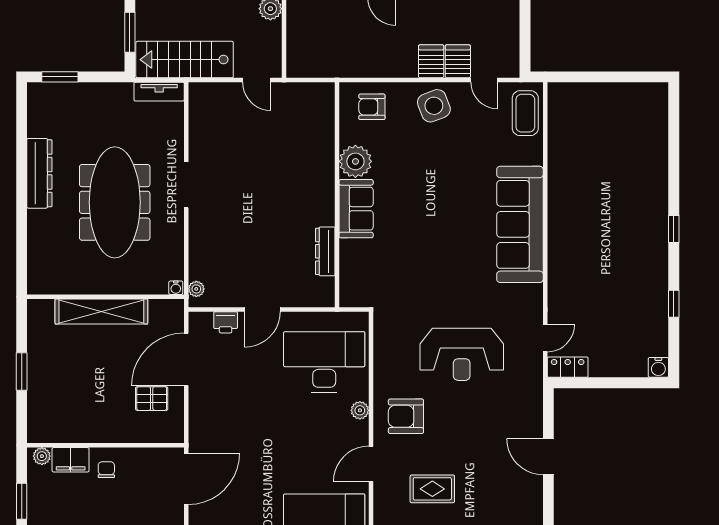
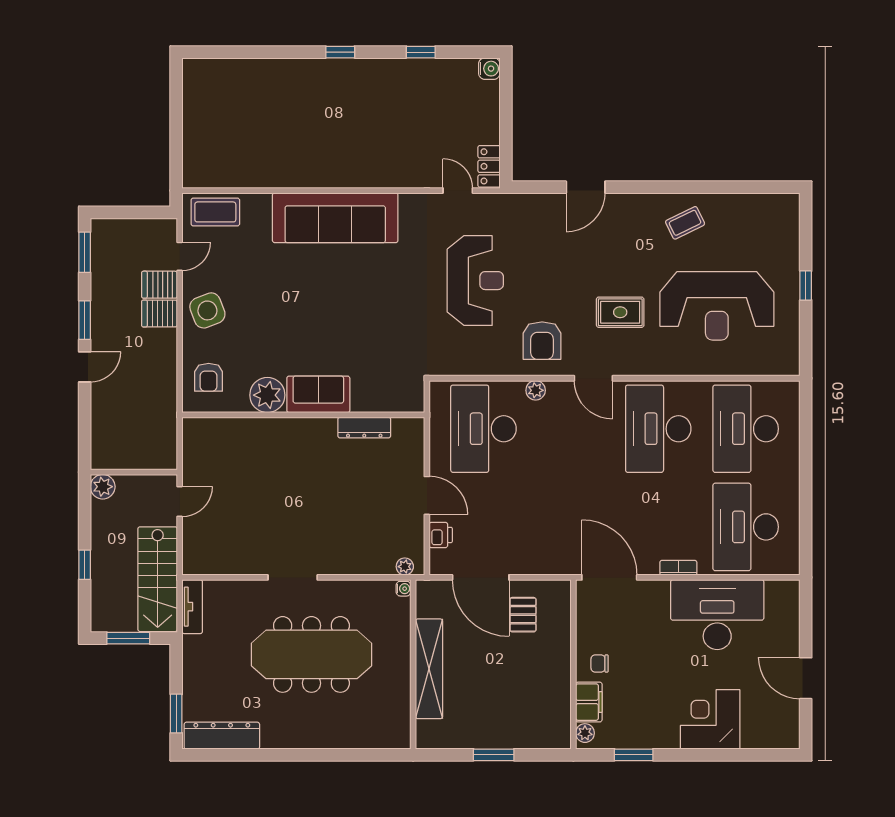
dresser: (39, 173) -> (222, 736), moved
rug: (432, 489) -> (620, 312), turned 90

